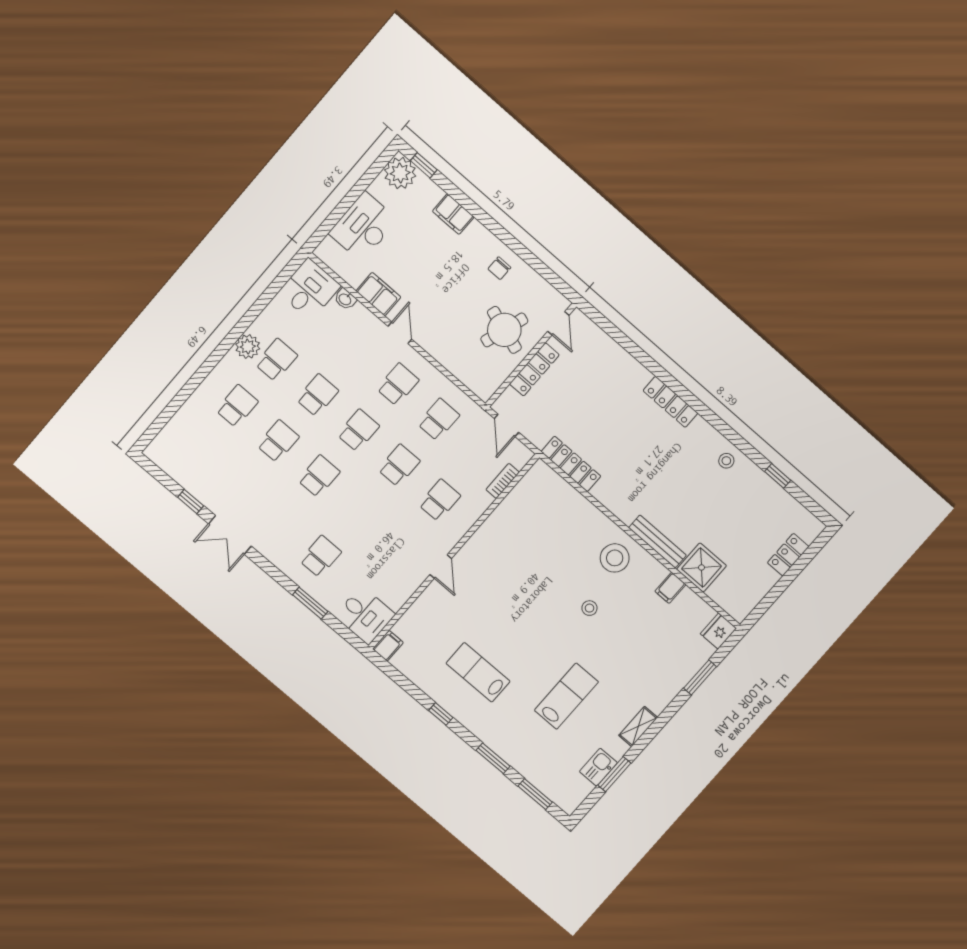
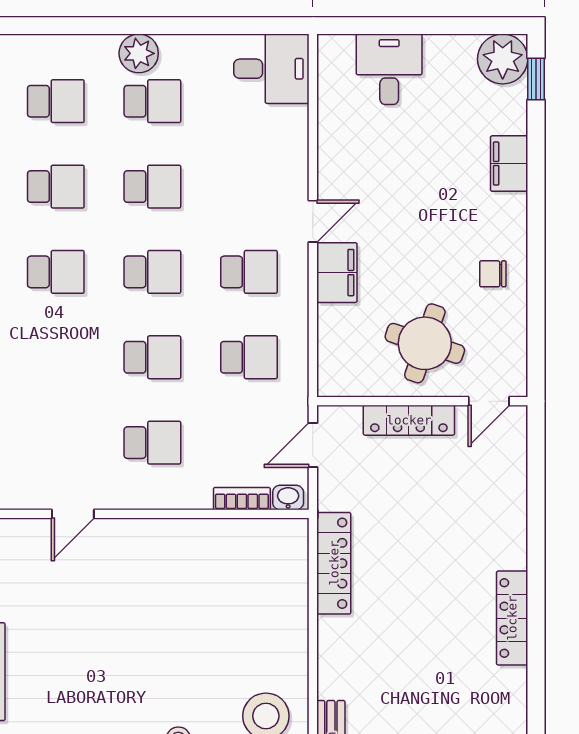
desk: (363, 227) -> (389, 69), width x0.73
filing cabinet: (378, 294) -> (337, 273), moved
washbasin: (345, 299) -> (288, 498), moved, turned 90

